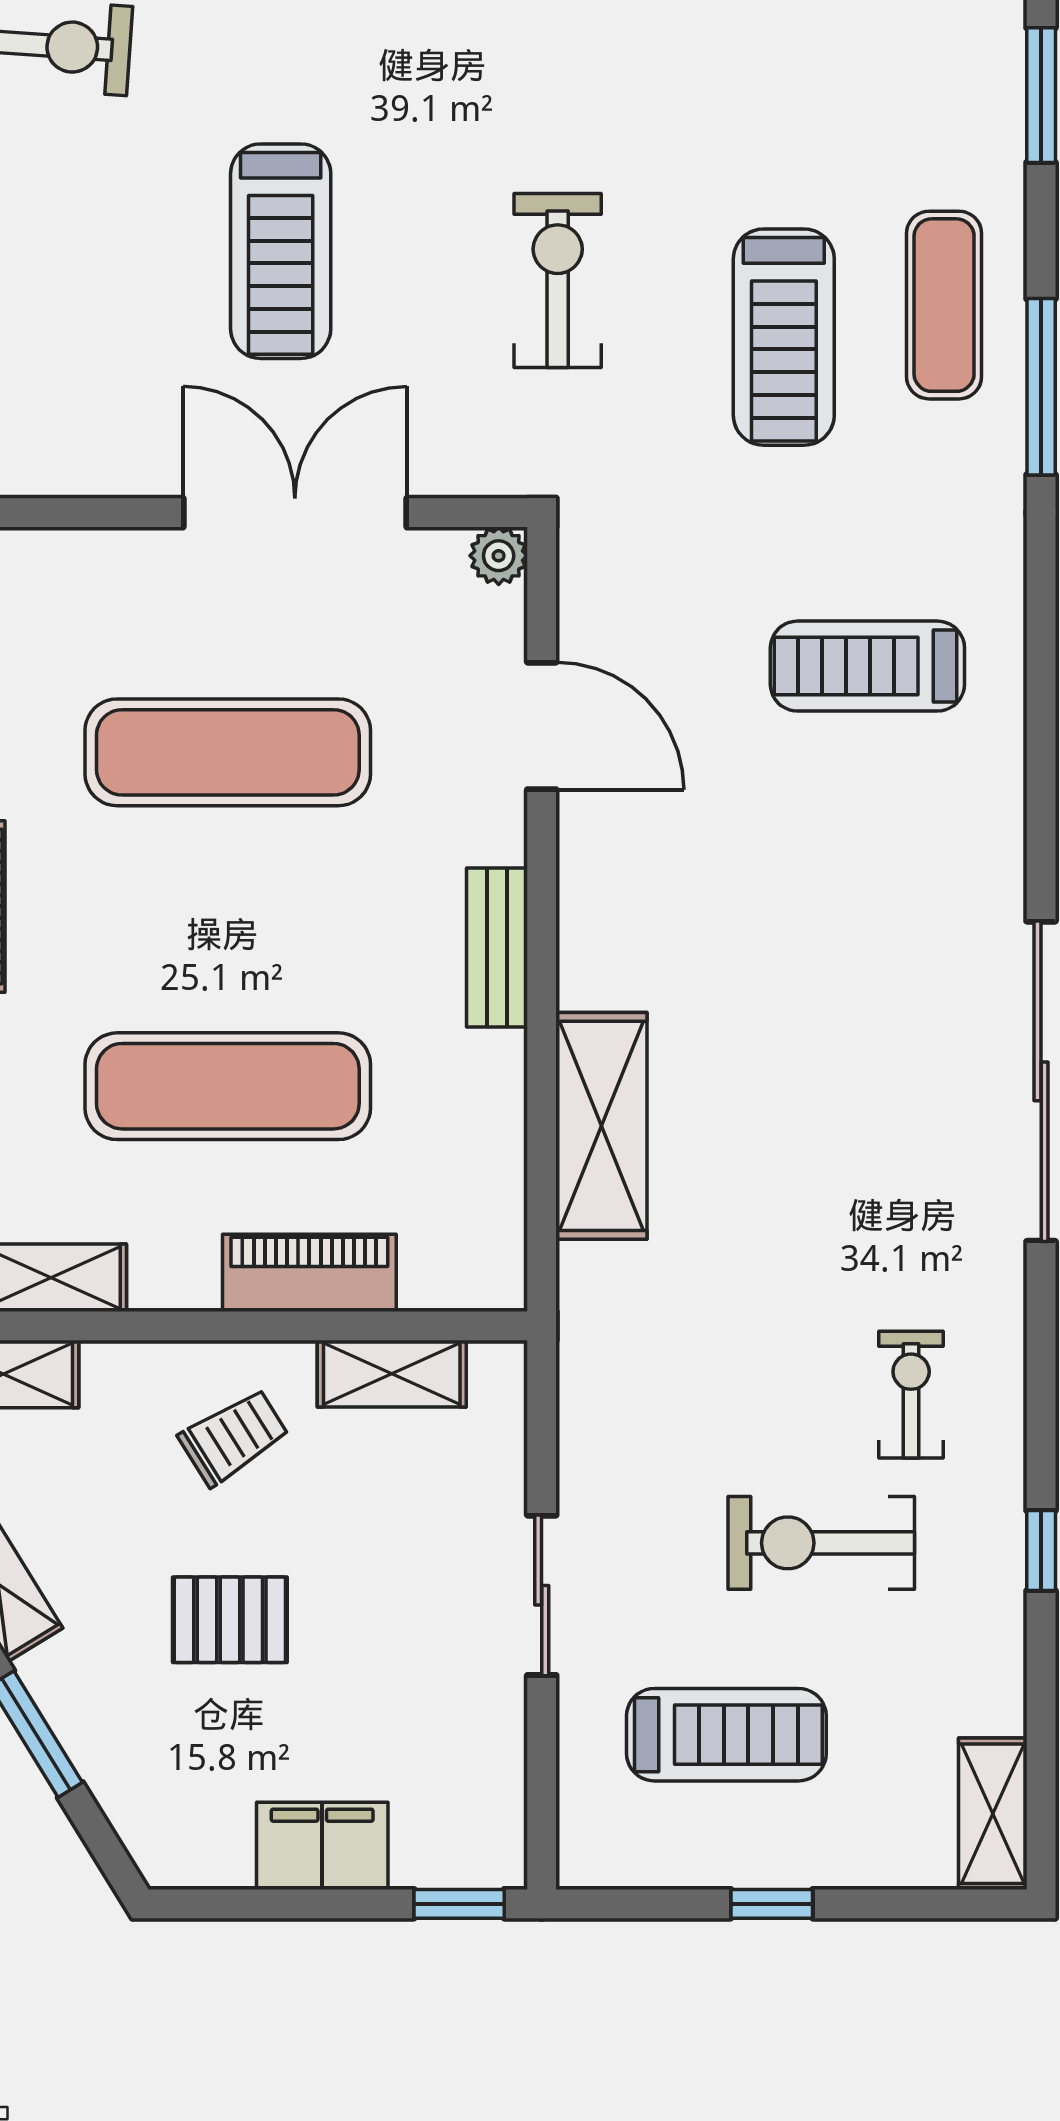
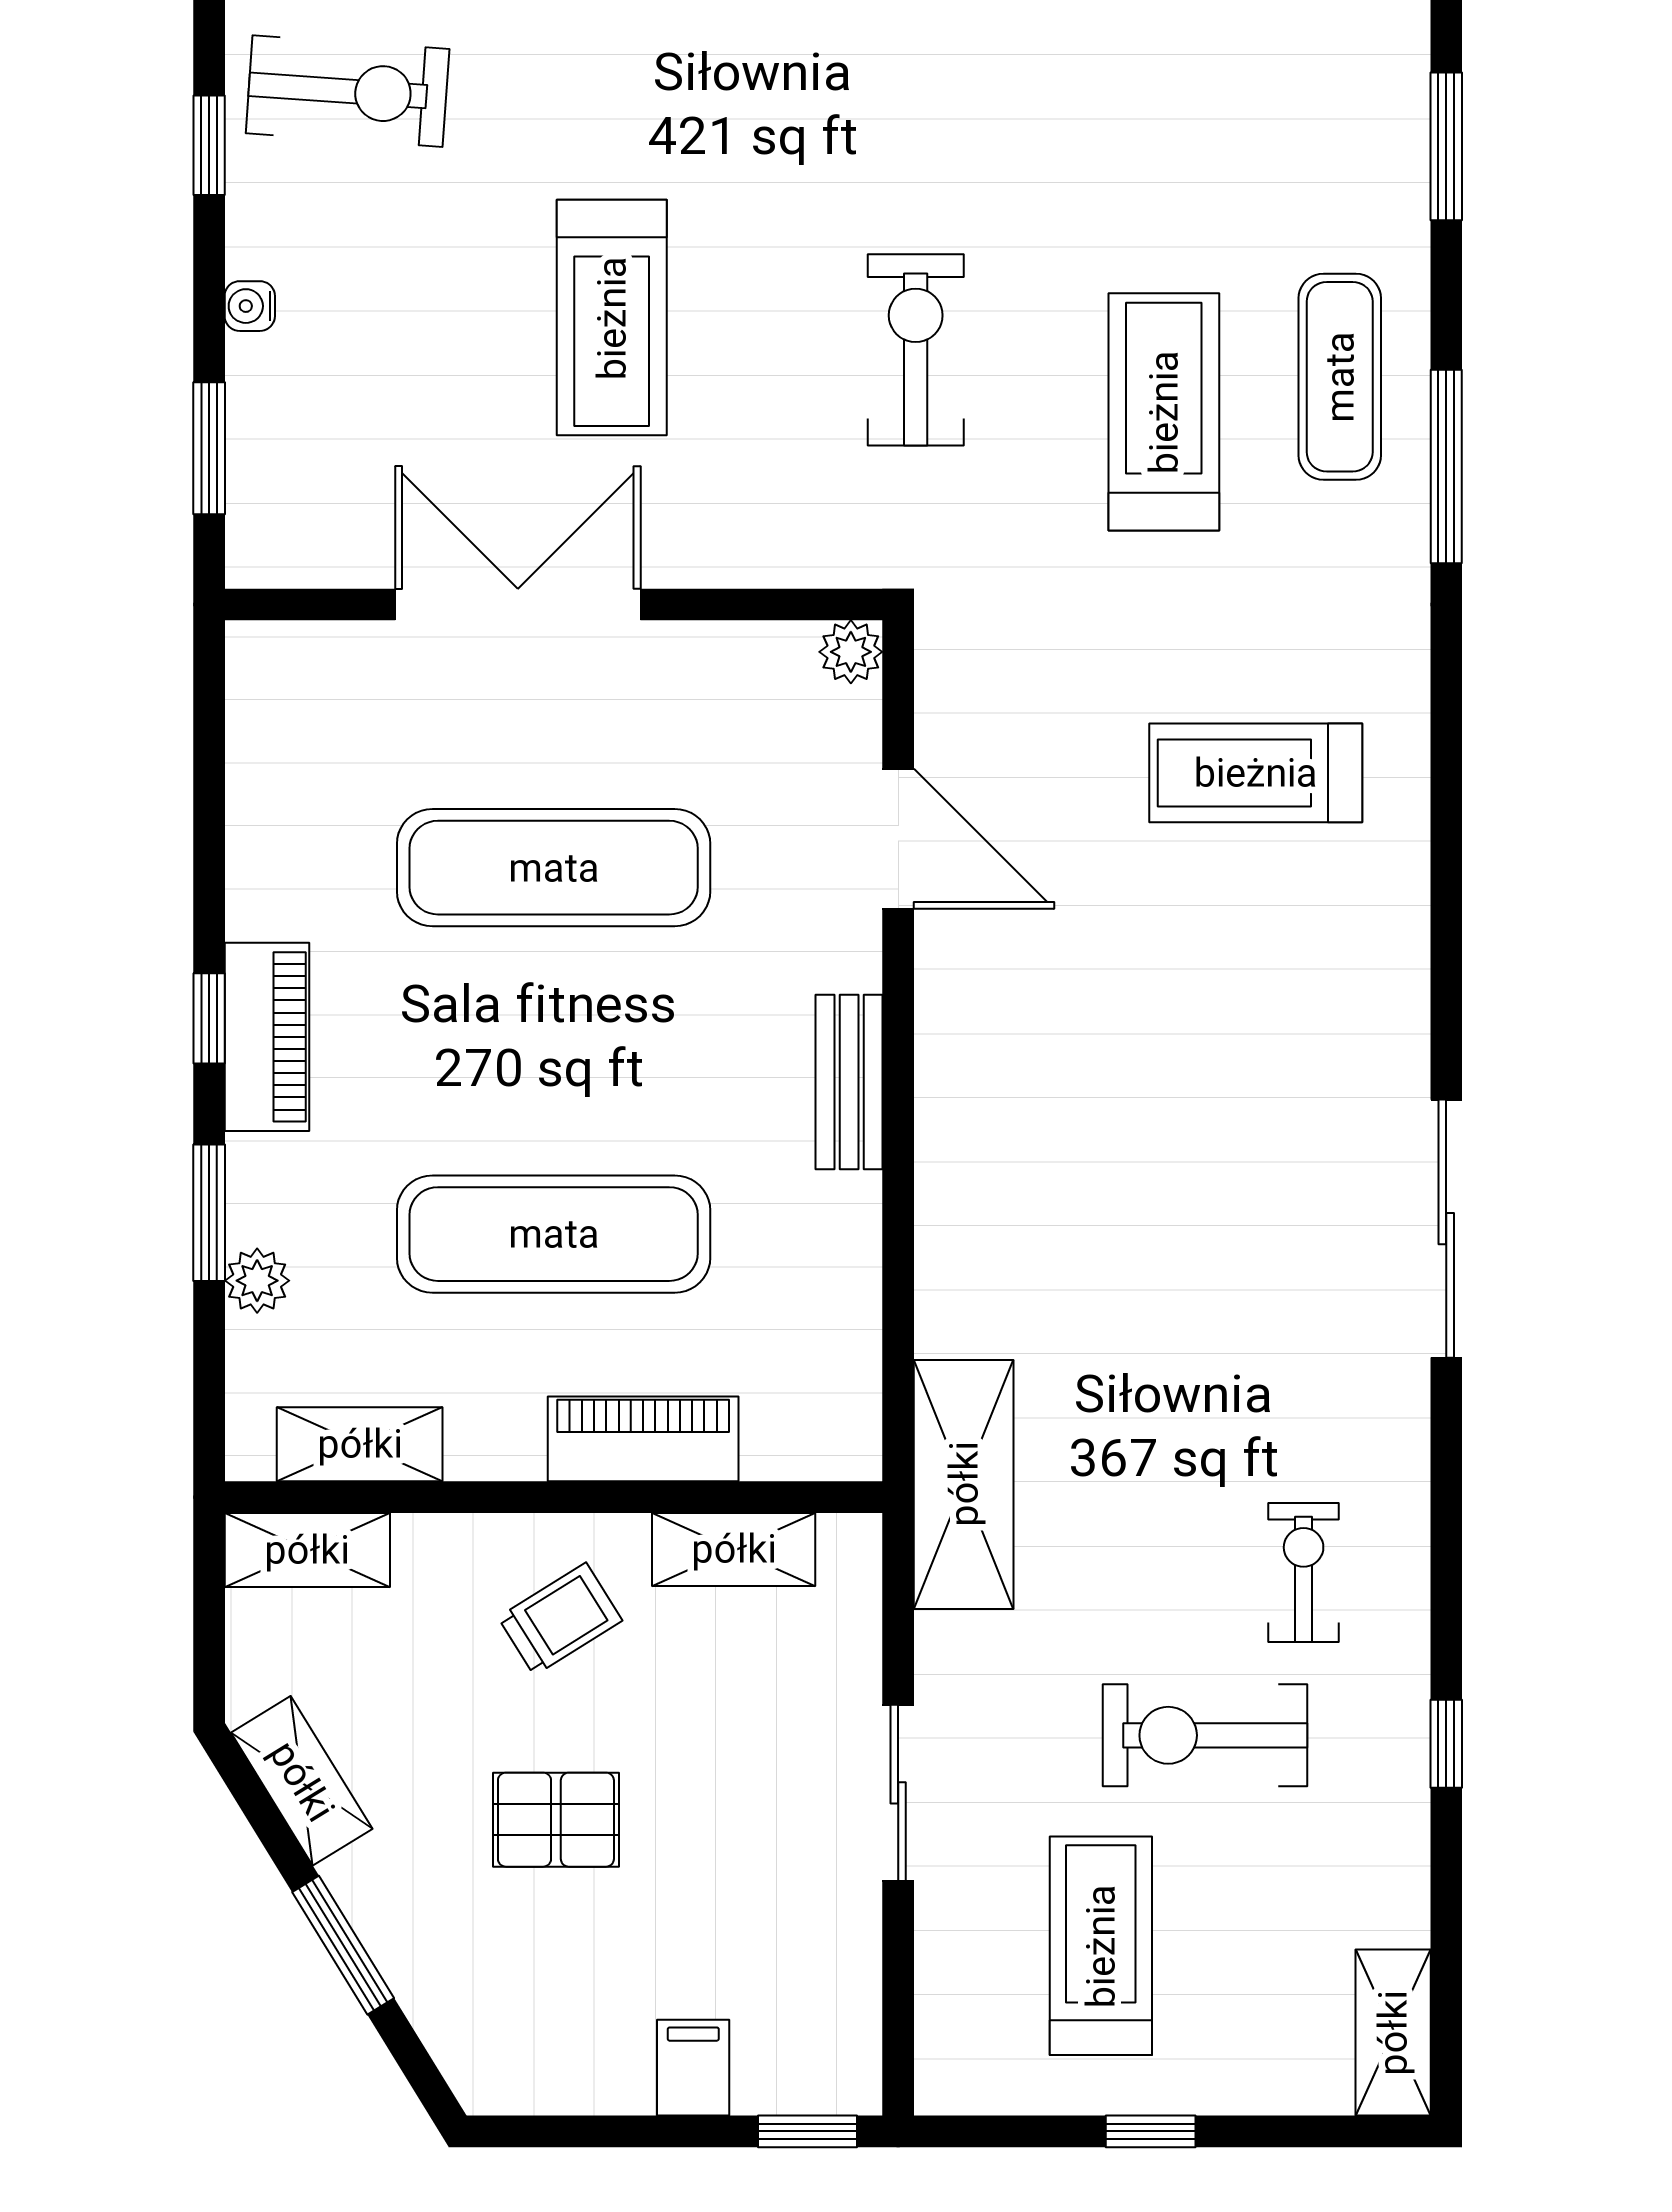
treadmill: (784, 337) -> (1164, 412), turned 180
double door: (295, 513) -> (518, 605), moved
sliding door: (1041, 1081) -> (1446, 1229), width x0.73
shelving: (601, 1126) -> (964, 1484), moved
treadmill: (726, 1735) -> (1101, 1946), turned -90
filing cabinet: (322, 1846) -> (693, 2068), width x0.50

